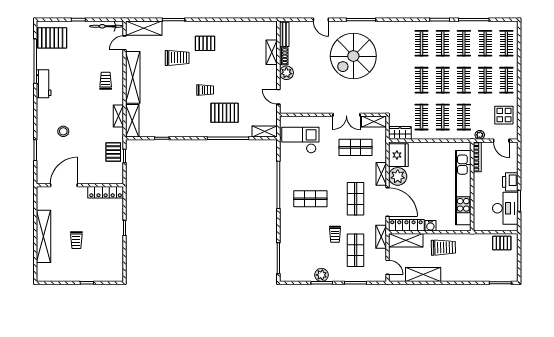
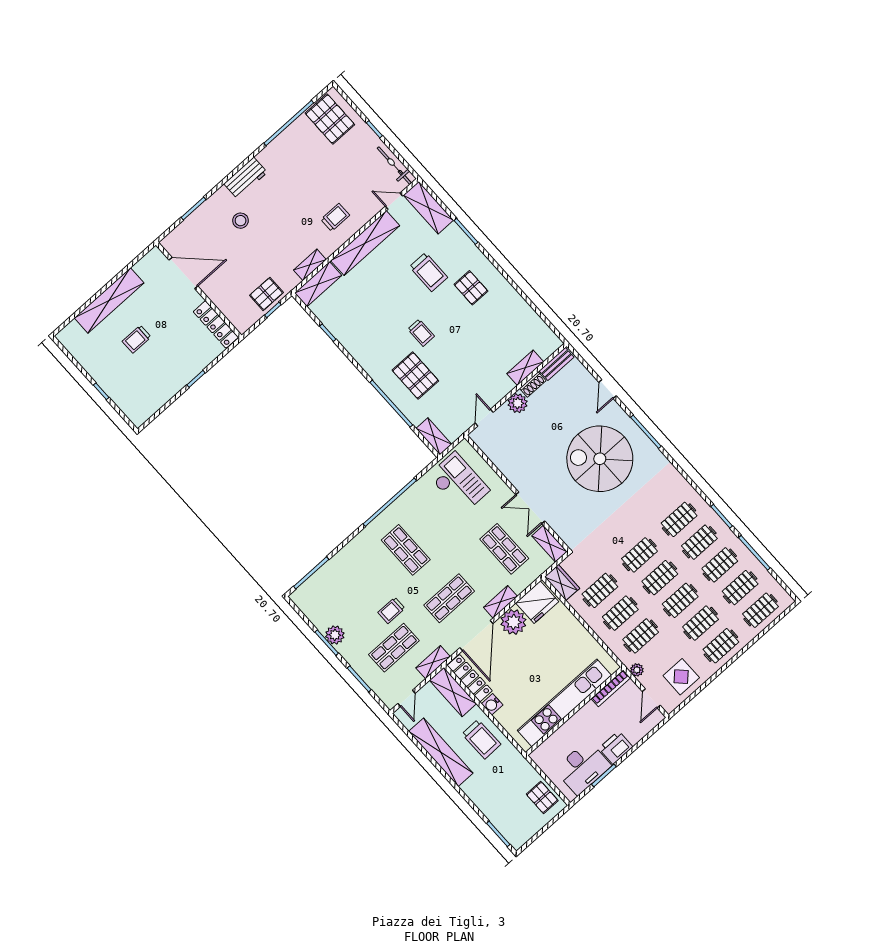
workbench: (44, 84) -> (246, 178), moved
shelving: (423, 275) -> (441, 752), width x1.47

